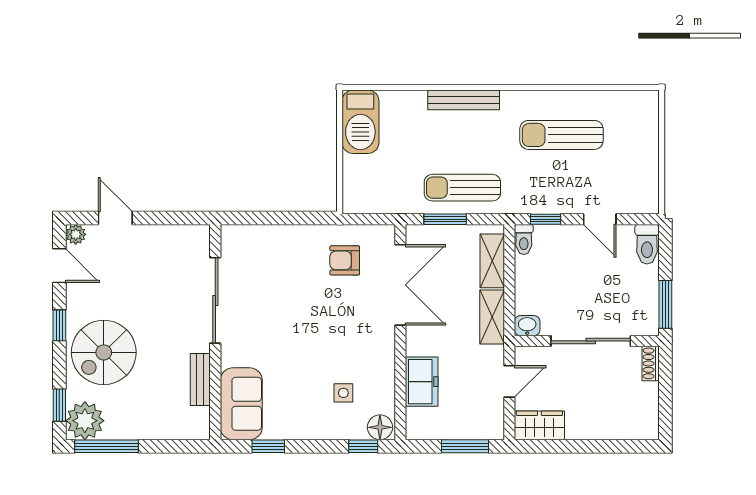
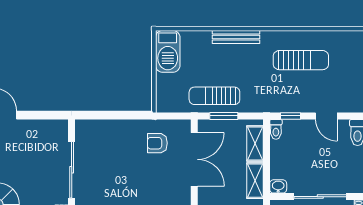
sun lounger: (561, 135) -> (301, 60), turned 180
sun lounger: (462, 188) -> (214, 96), moved

